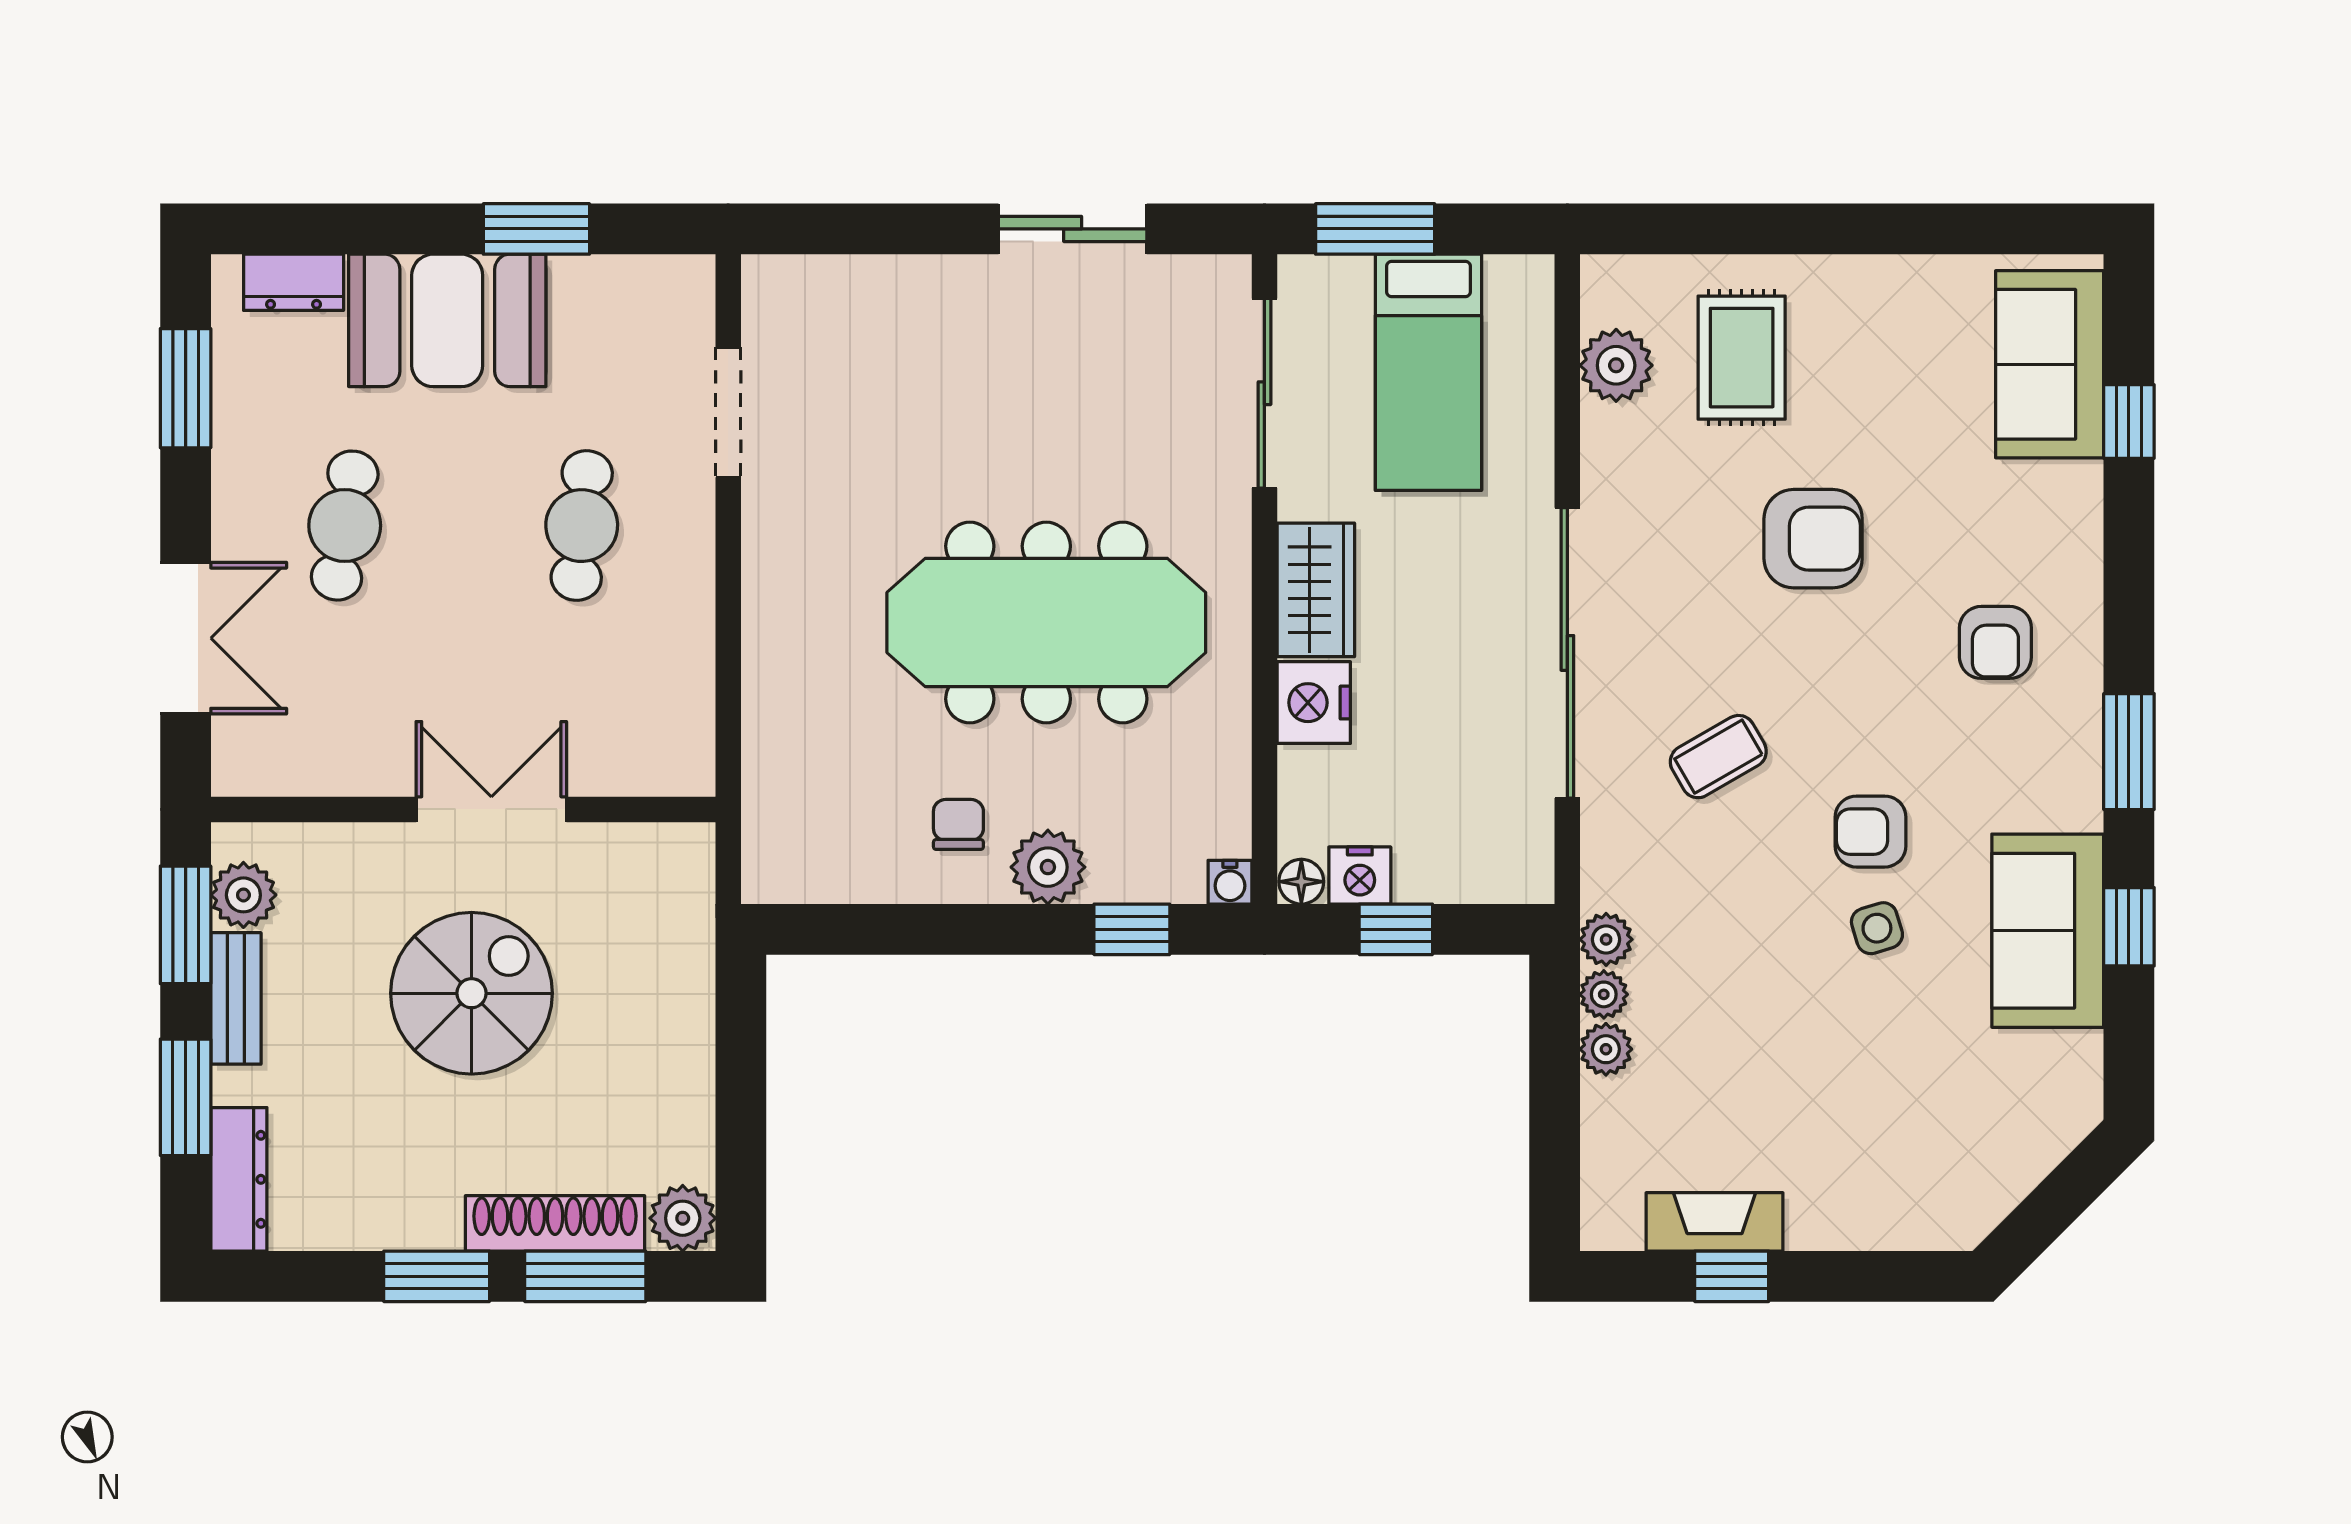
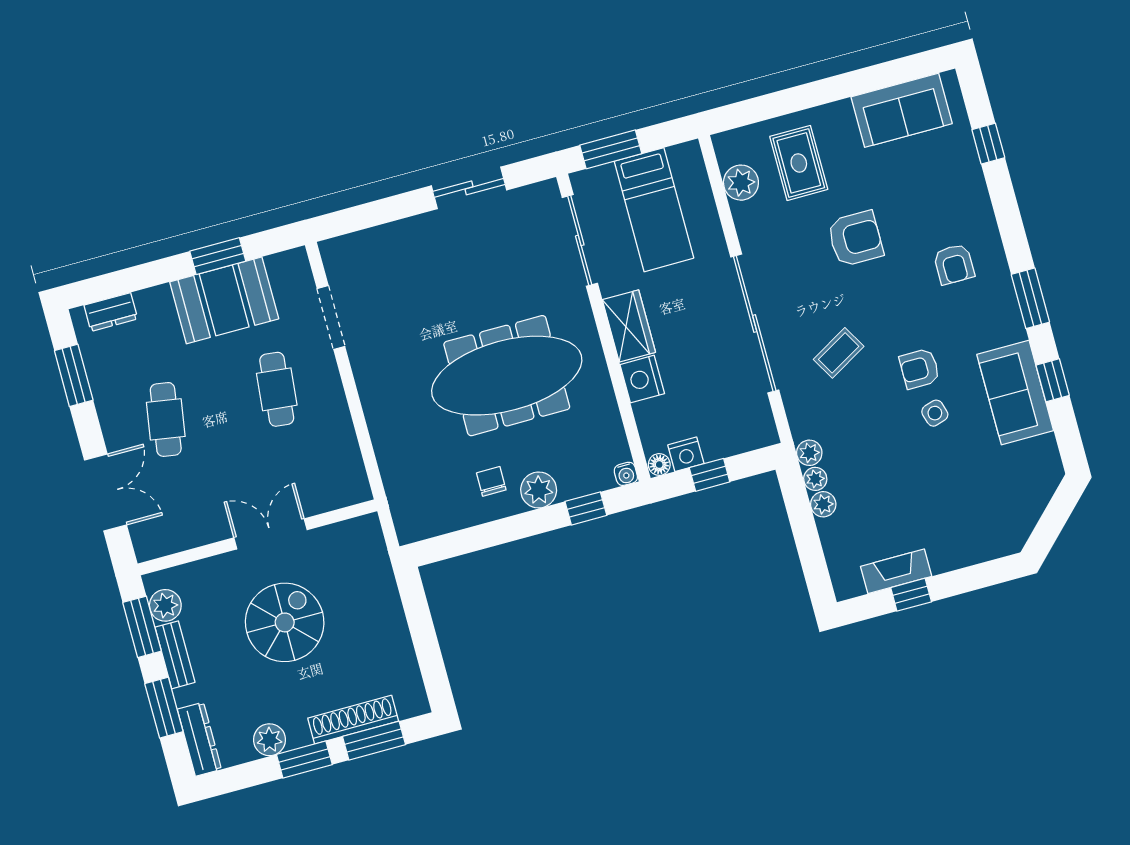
booth: (447, 320) -> (224, 300), moved
sofa: (2050, 364) -> (902, 110), moved, turned -90
plant: (683, 1218) -> (269, 740), moved

